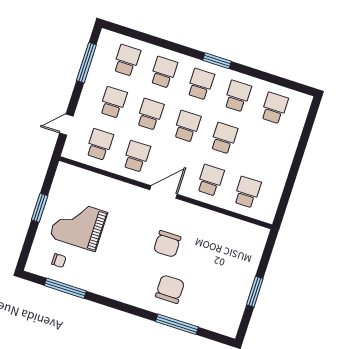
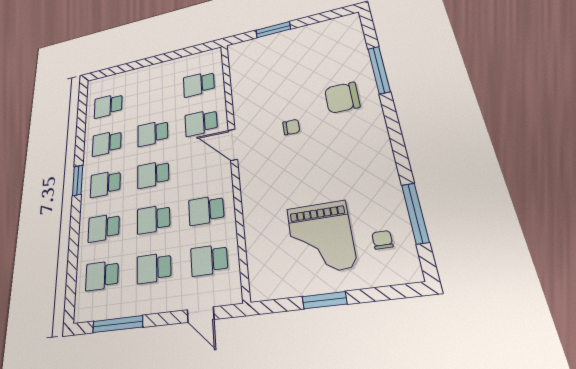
door: (164, 192) -> (233, 145), moved
chair: (167, 244) -> (291, 127), width x0.54, depth x0.54
window: (255, 292) -> (273, 30), moved

